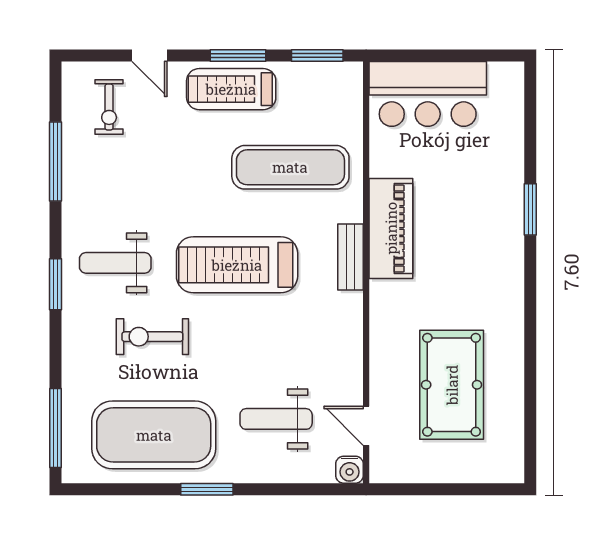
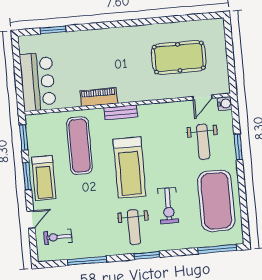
exercise bike: (109, 107) -> (58, 237), turned 180
window: (530, 209) -> (53, 30), moved
piano: (391, 228) -> (99, 97), width x0.73, depth x0.75
window: (207, 489) -> (238, 147), moved

